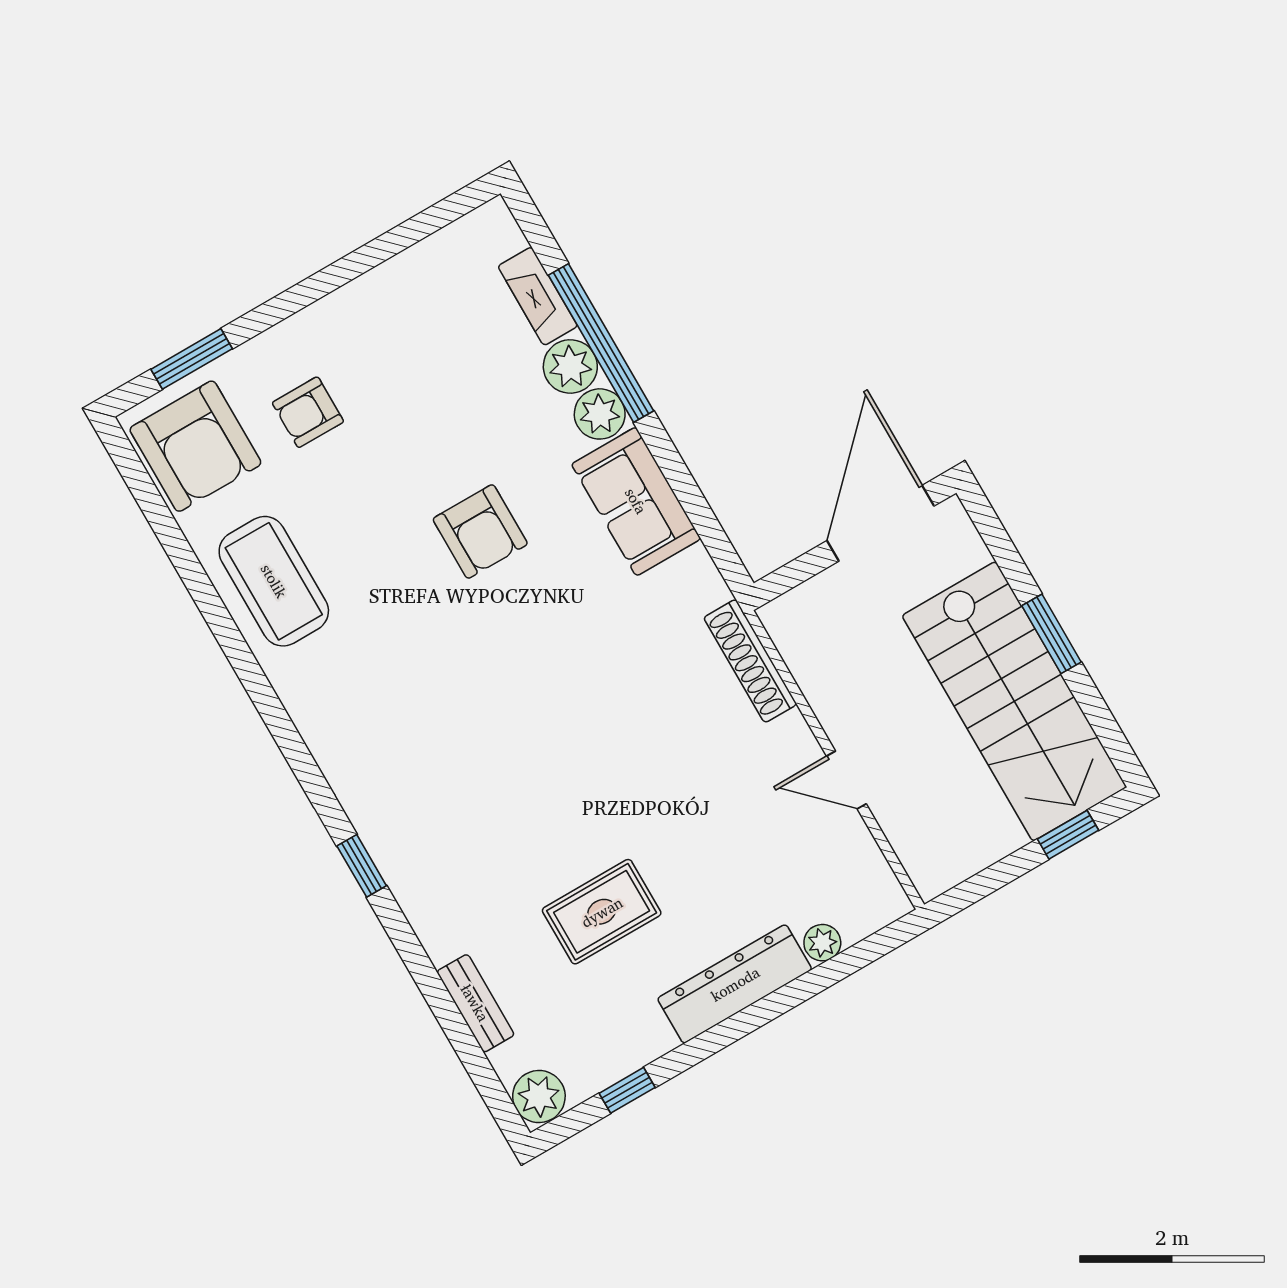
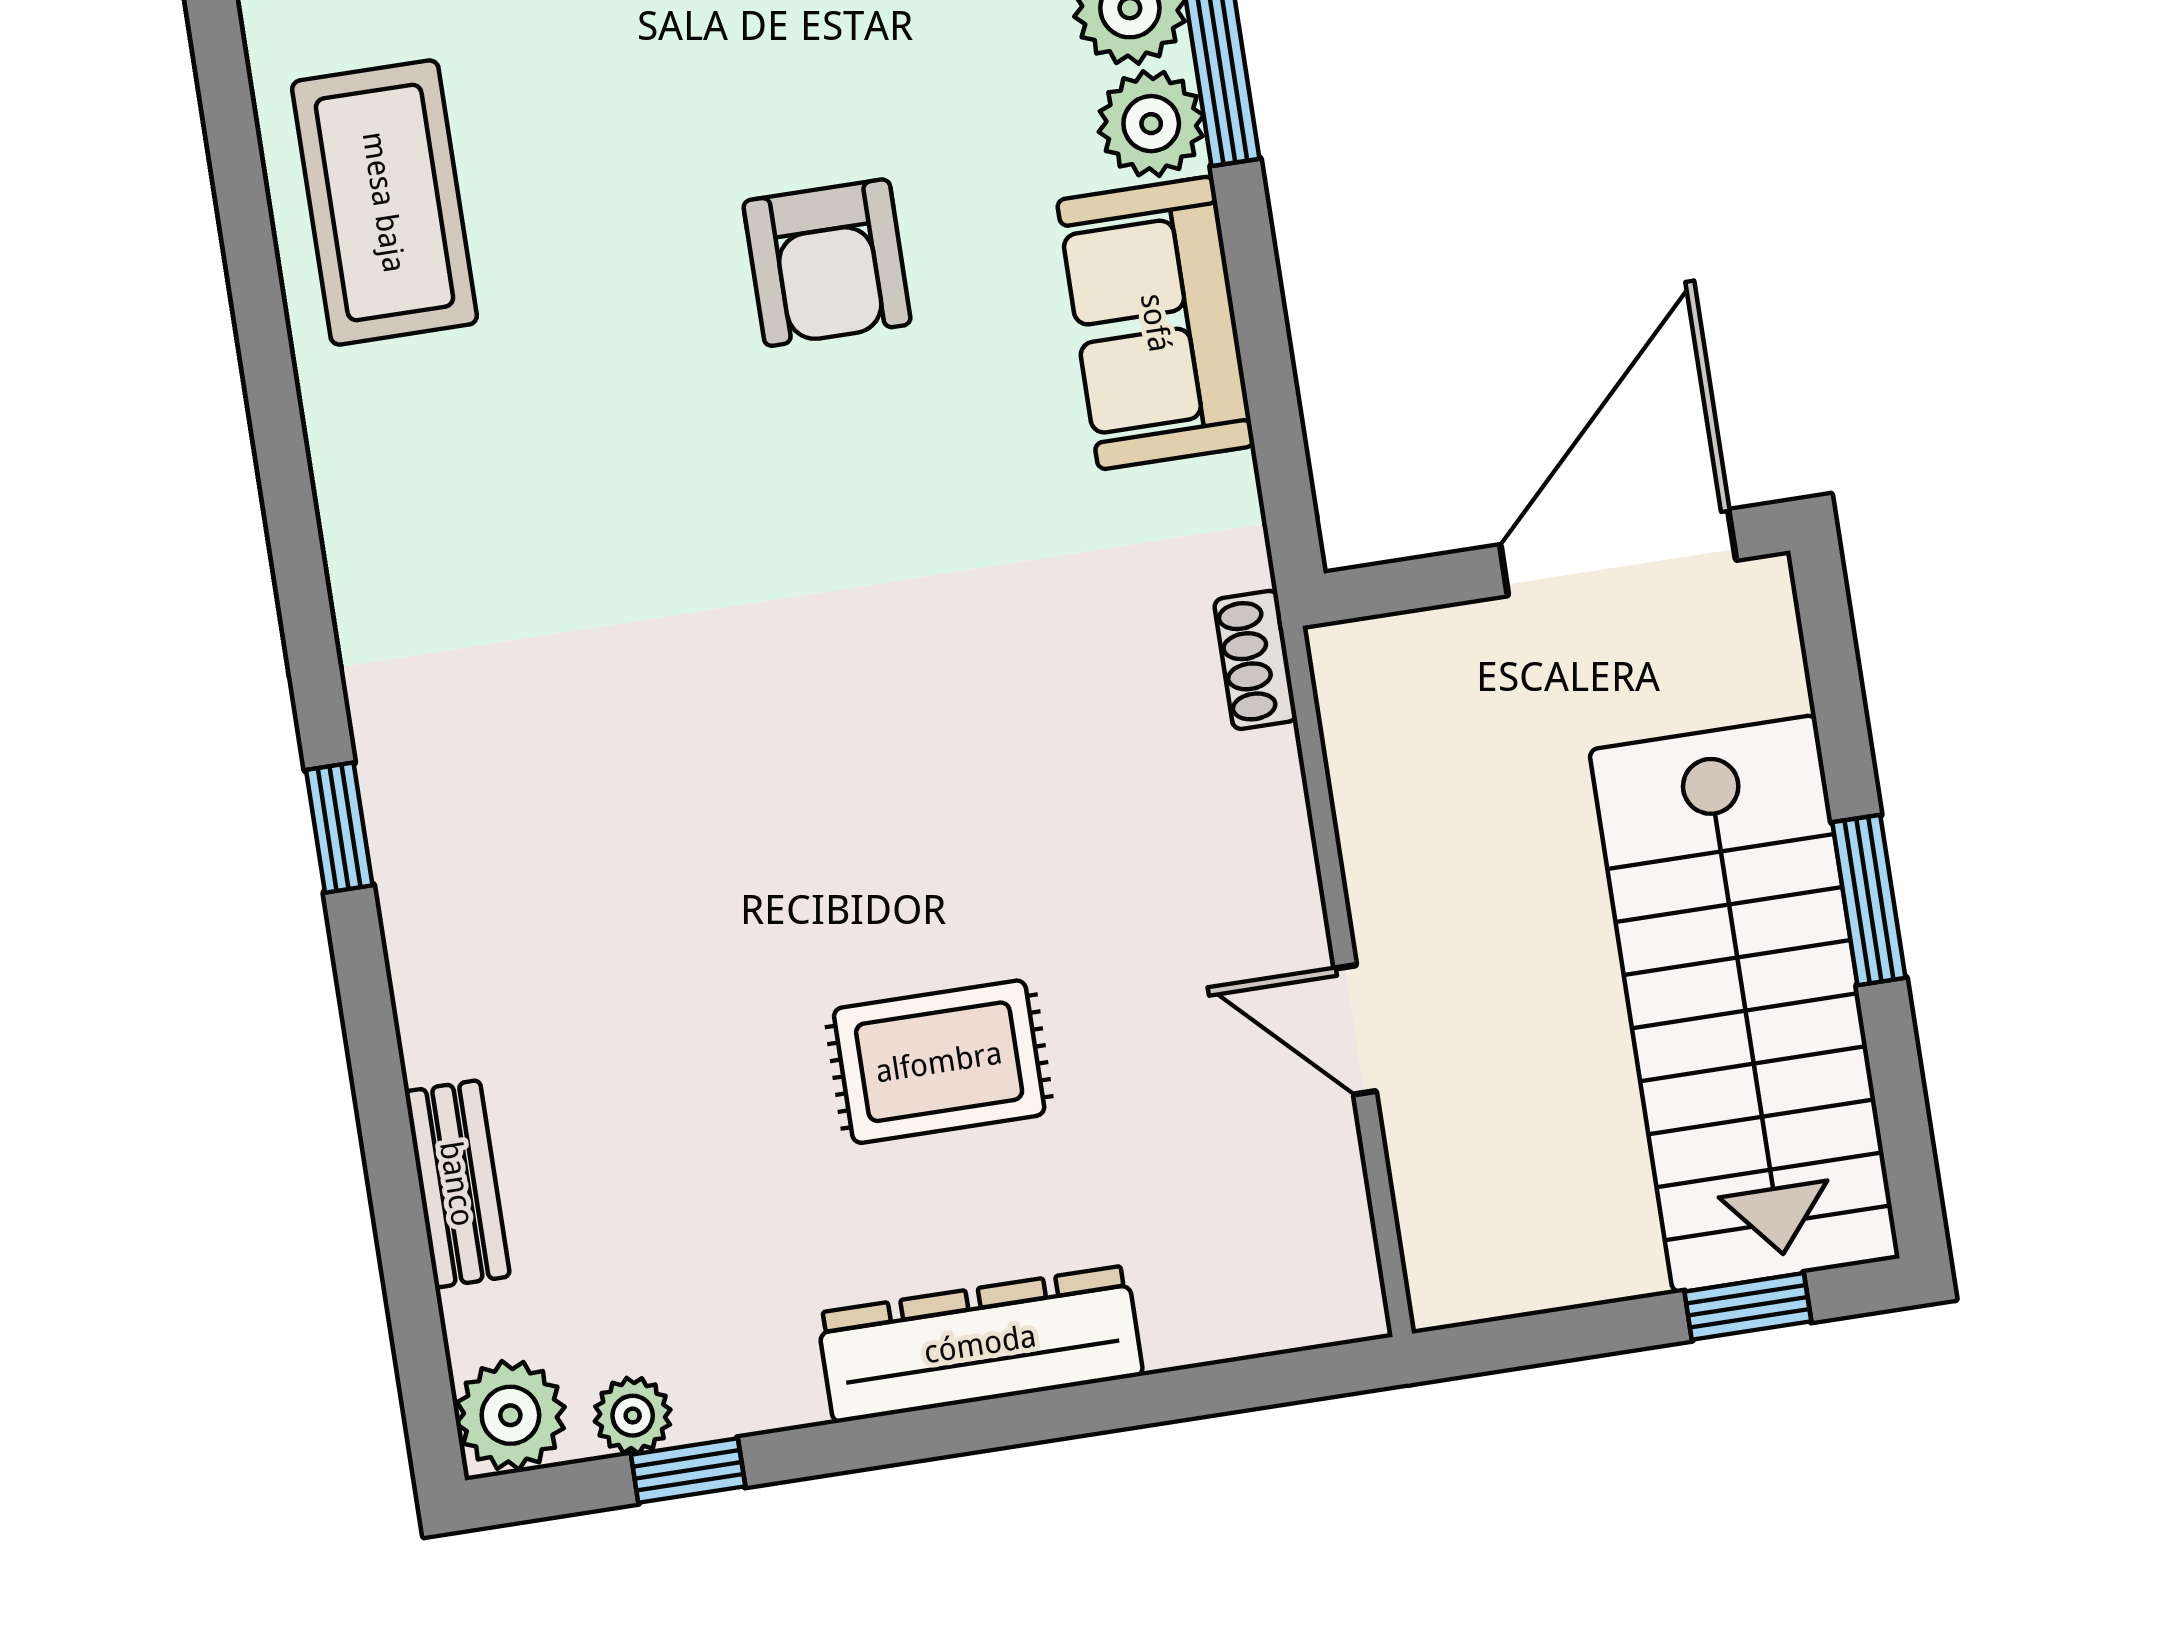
shoe rack: (750, 661) -> (1255, 660), width x0.51, depth x0.81
rug: (602, 912) -> (939, 1062), moved
plant: (822, 943) -> (633, 1416), moved

